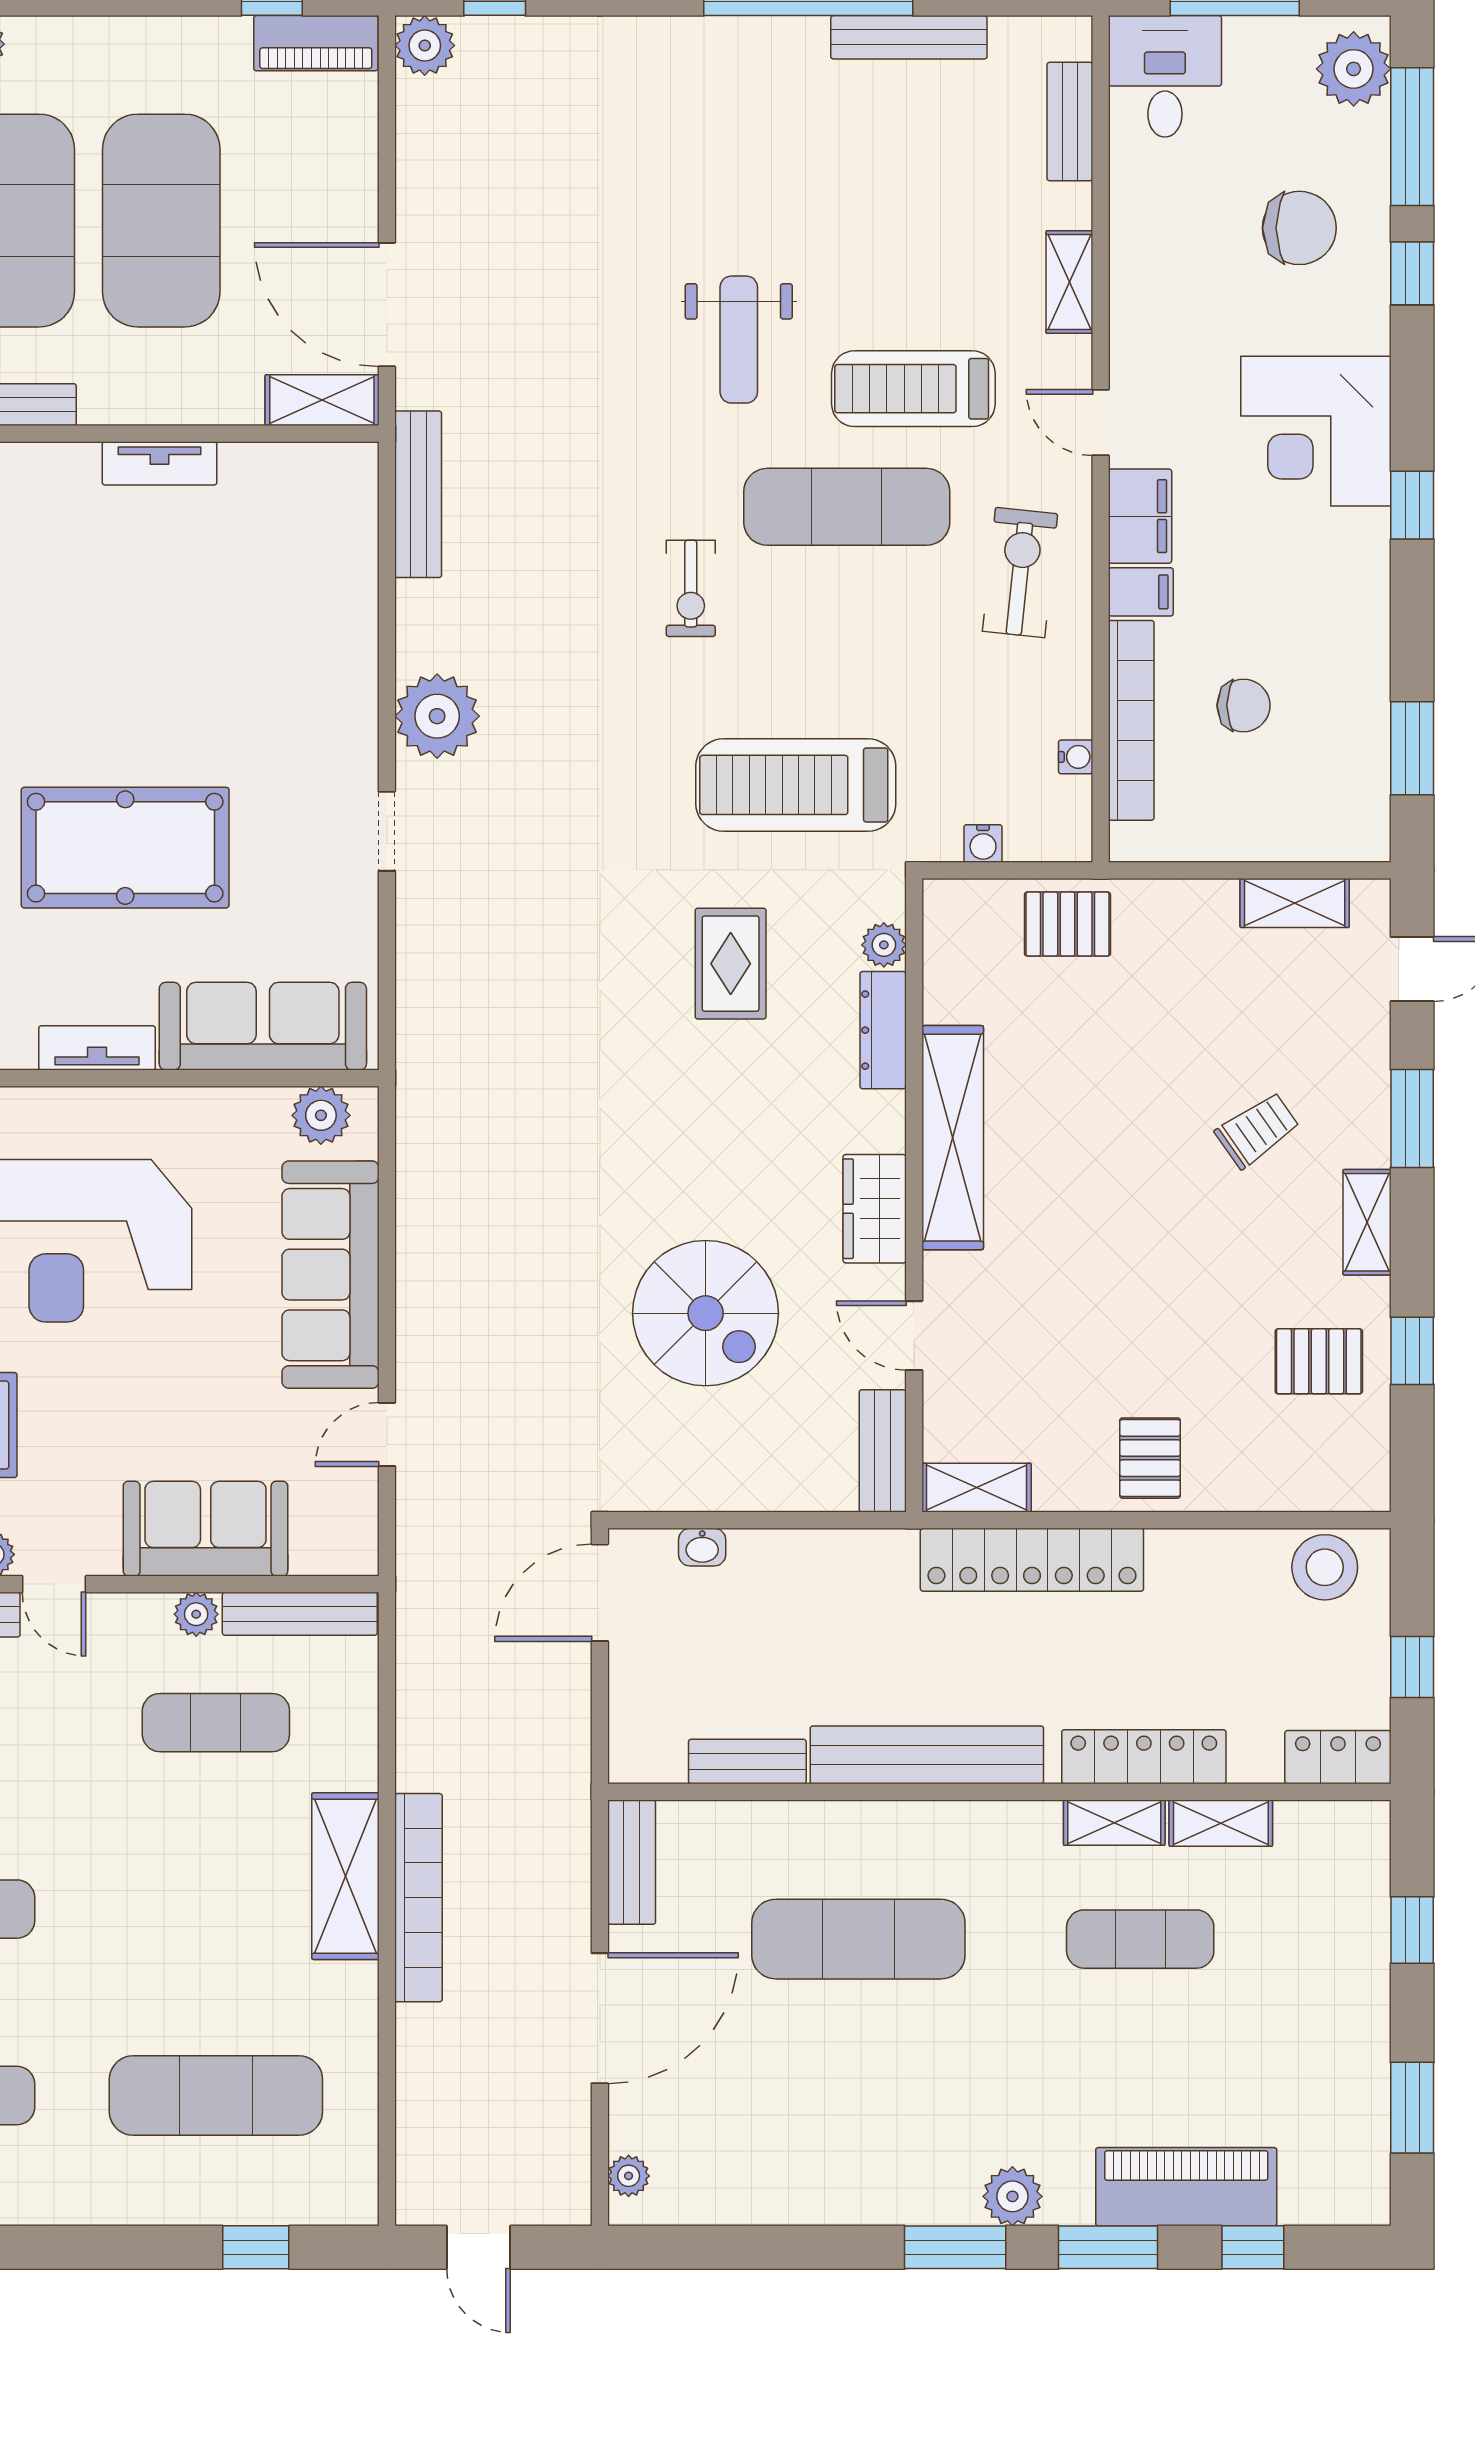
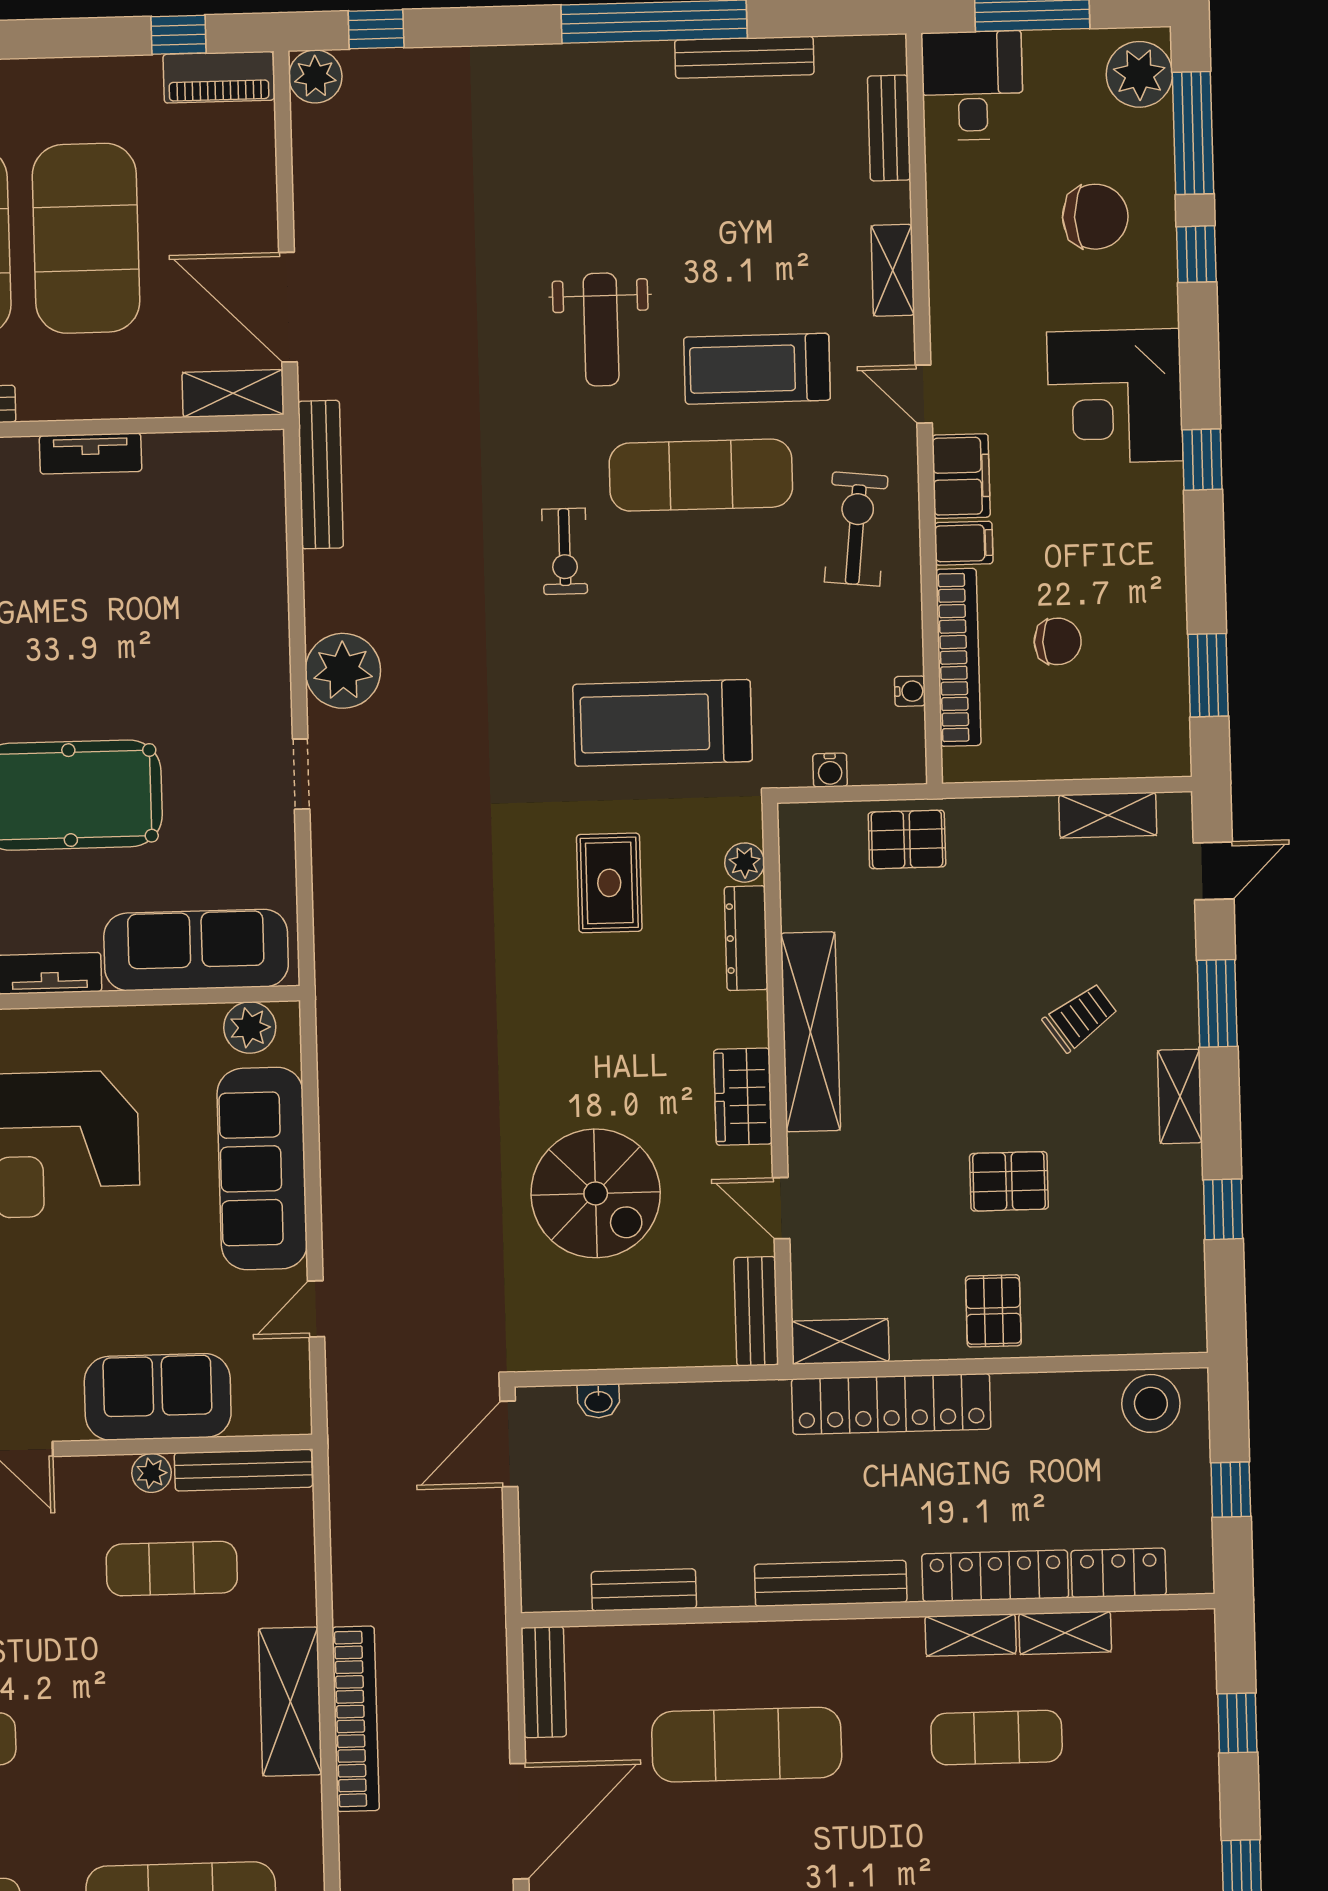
pallet: (1319, 1361) -> (1009, 1181), moved
bench: (927, 1755) -> (831, 1583), width x0.73, depth x0.82
locker: (1338, 1757) -> (1119, 1573), moved

